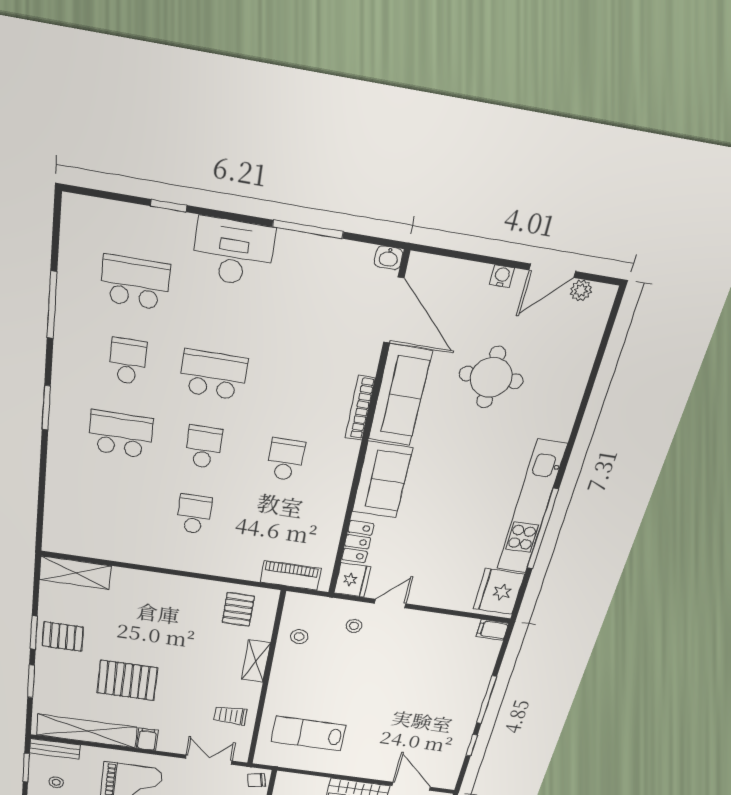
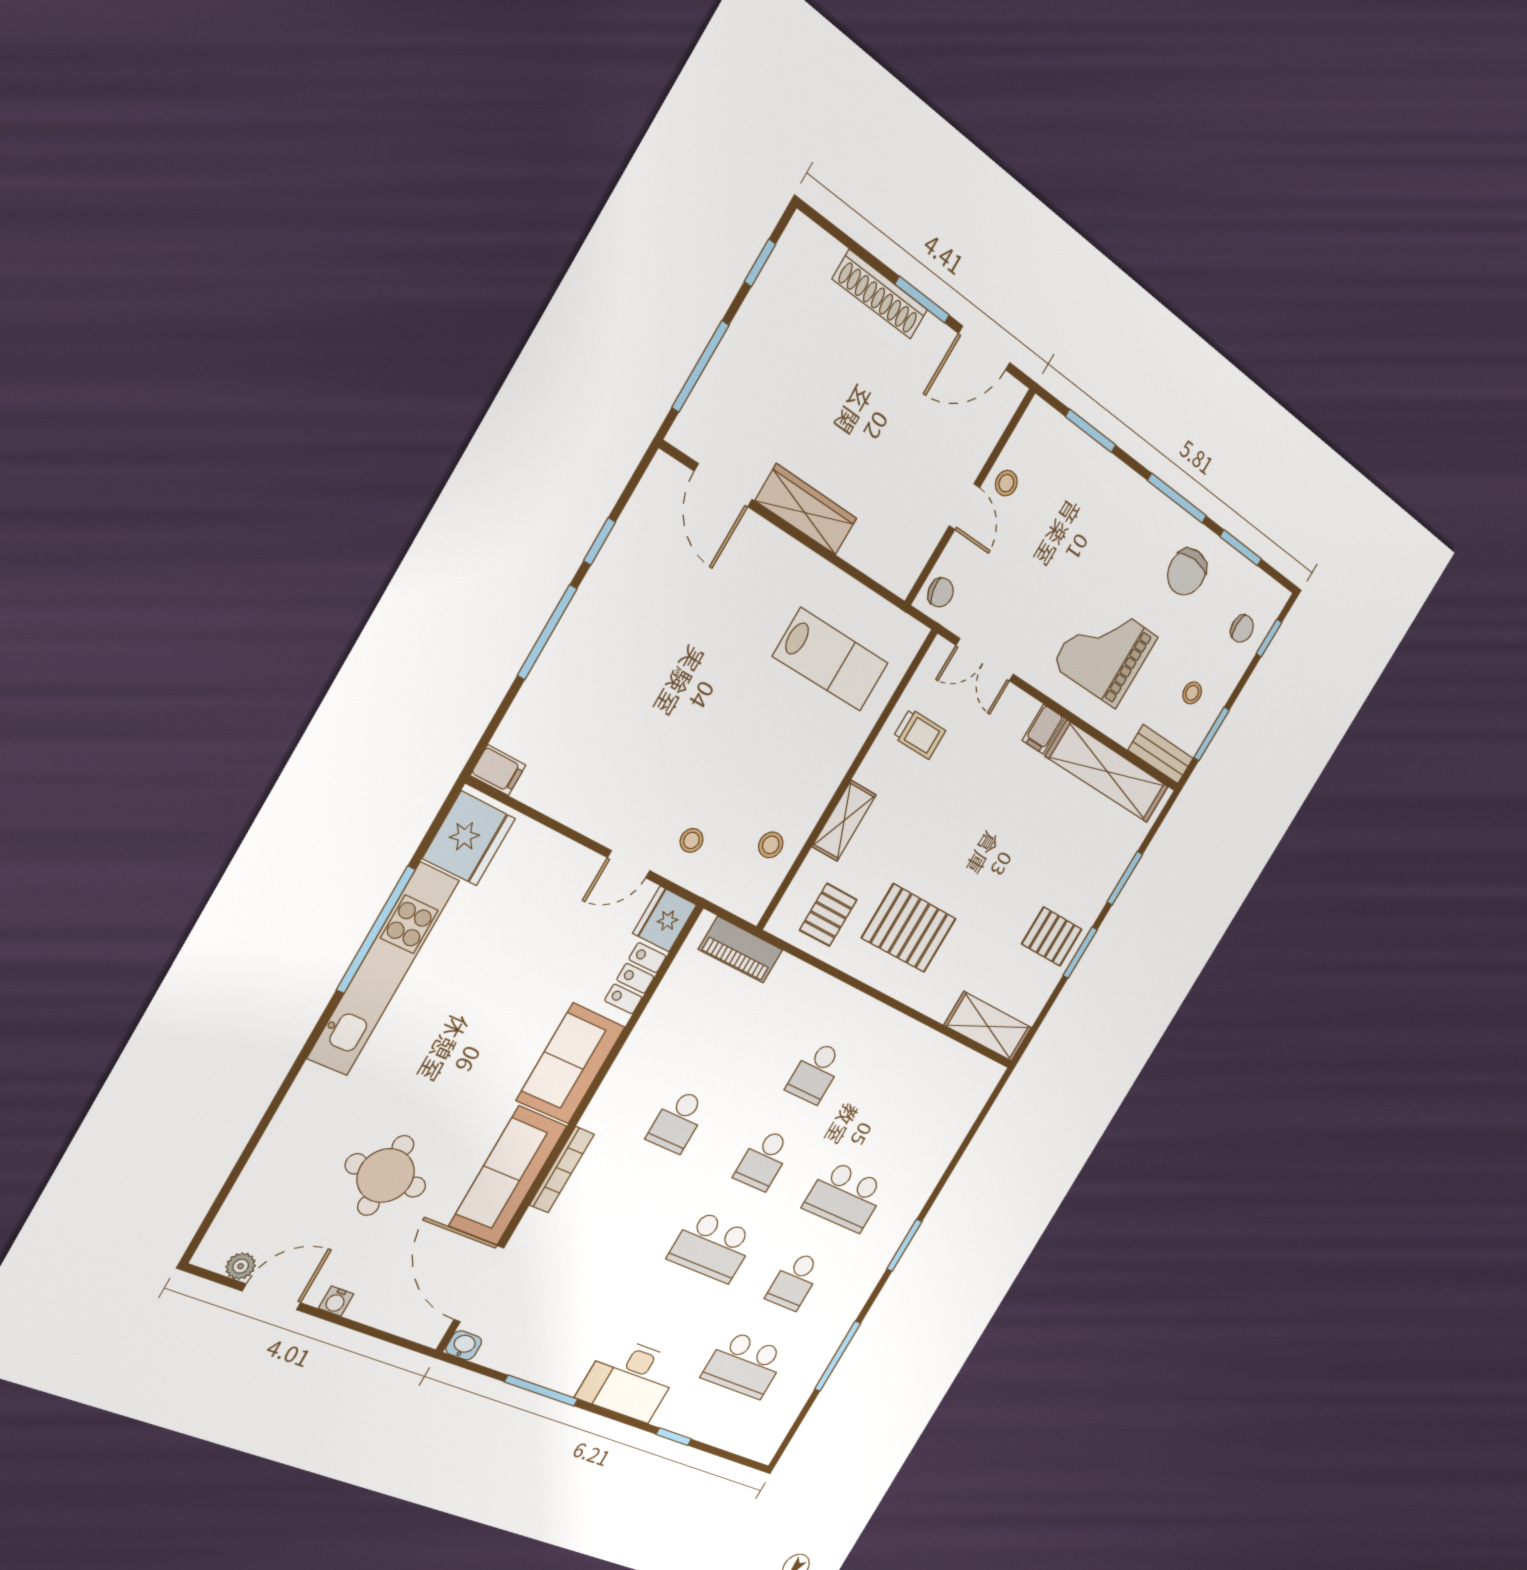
pallet: (127, 680) -> (909, 928), moved

